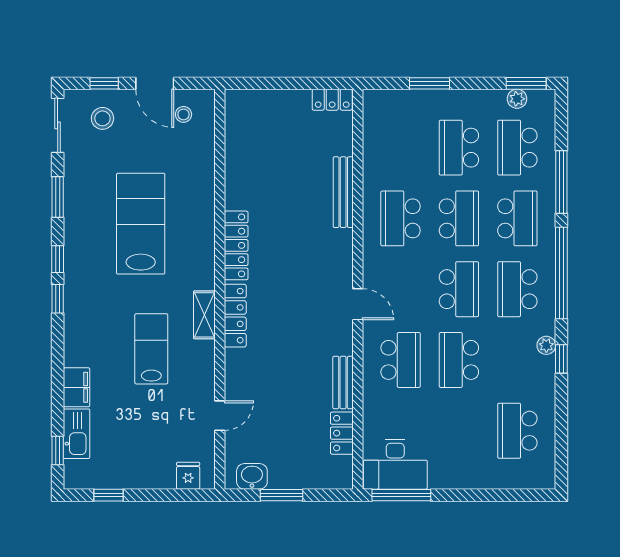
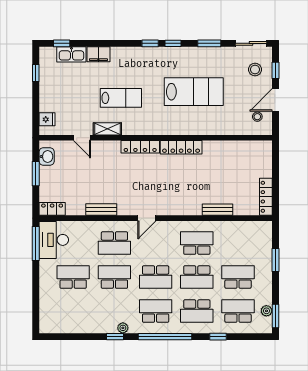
locker: (332, 100) -> (266, 197), width x1.53
window: (561, 182) -> (218, 337), width x0.46
bench: (343, 192) -> (218, 210), width x0.73
shelving: (204, 315) -> (107, 129), moved
school desk: (517, 431) -> (73, 277), moved
locker: (342, 433) -> (52, 209), moved

